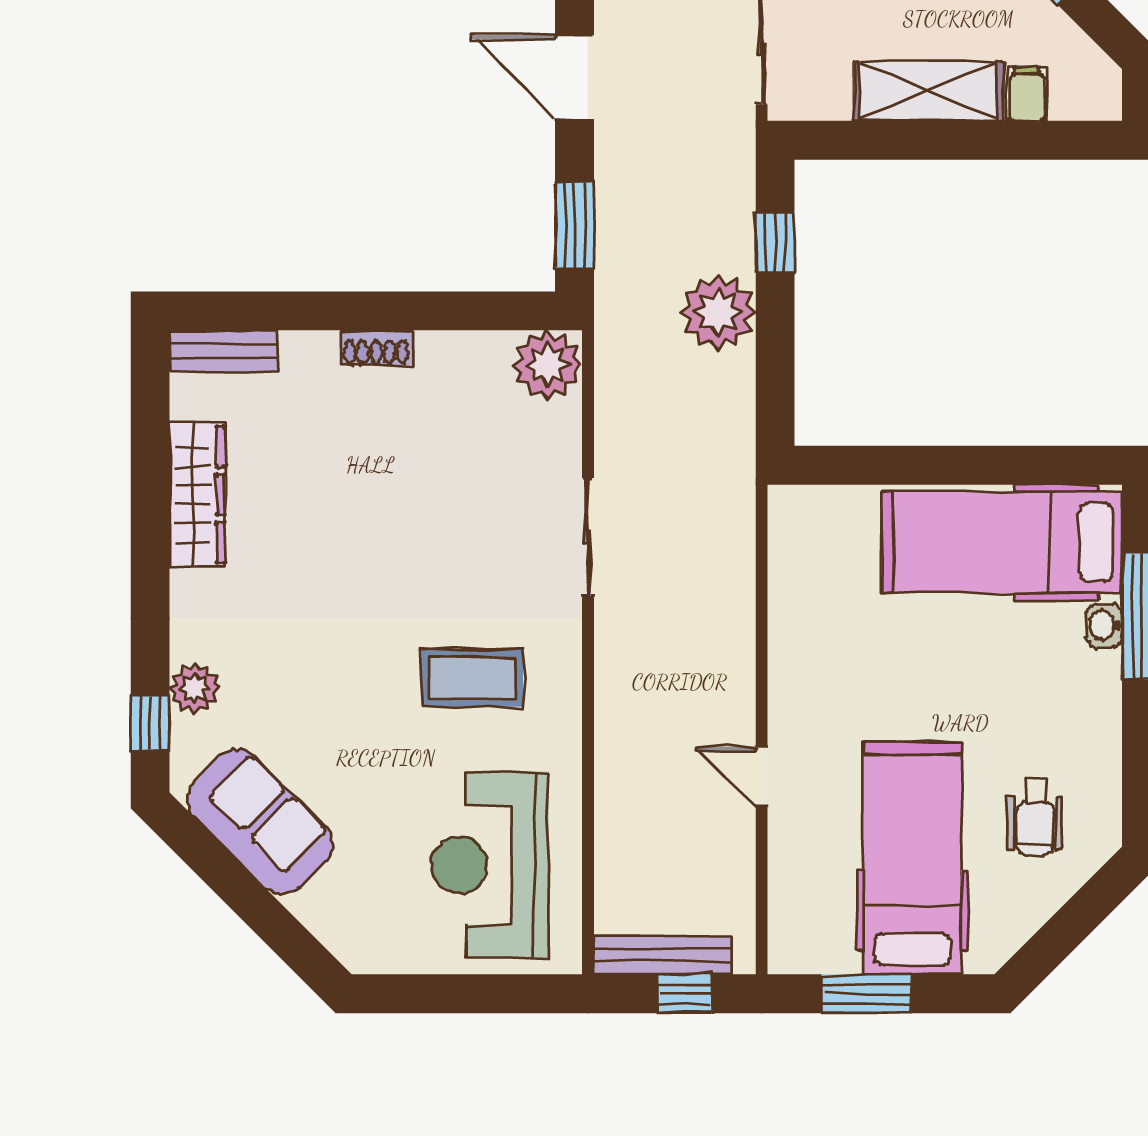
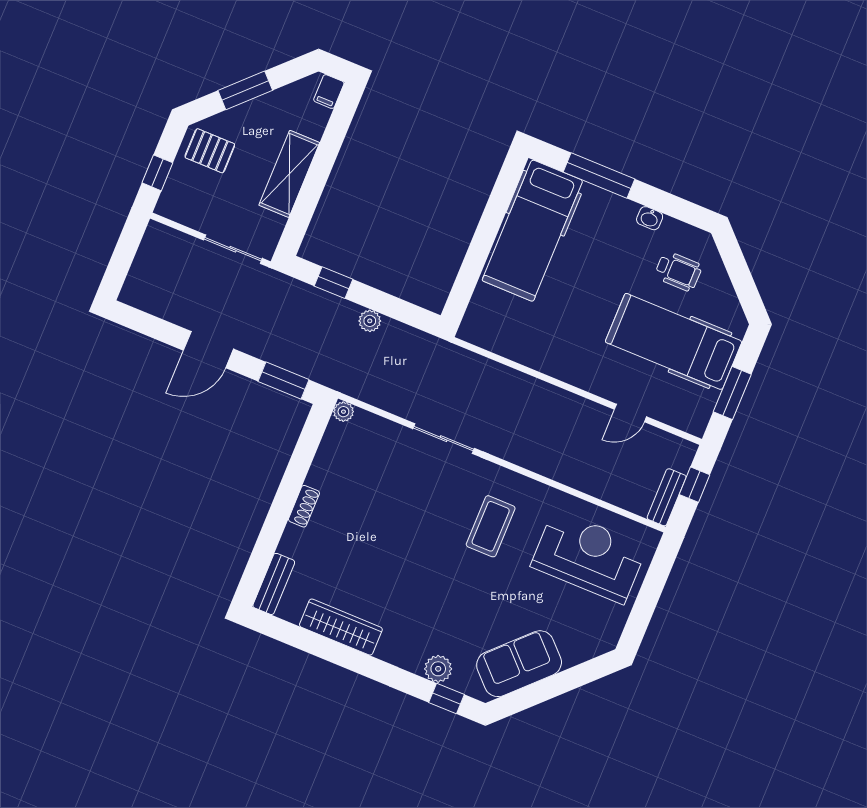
filing cabinet: (1027, 94) -> (329, 92), moved, turned -90
plant: (718, 312) -> (370, 321), width x0.53, depth x0.53
plant: (548, 365) -> (343, 412), width x0.53, depth x0.53
washbasin: (1105, 625) -> (650, 218), moved
door: (762, 777) -> (630, 413), moved
reception desk: (490, 865) -> (589, 556), turned 180
bench: (663, 955) -> (667, 497), width x0.73

